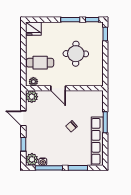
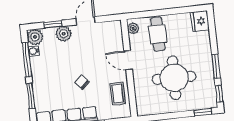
round table: (76, 54) -> (174, 78), width x1.36, depth x1.36
door: (58, 88) -> (128, 60), hinge flipped
plant: (32, 97) -> (64, 34), moved
coffee table: (83, 99) -> (118, 94), added

